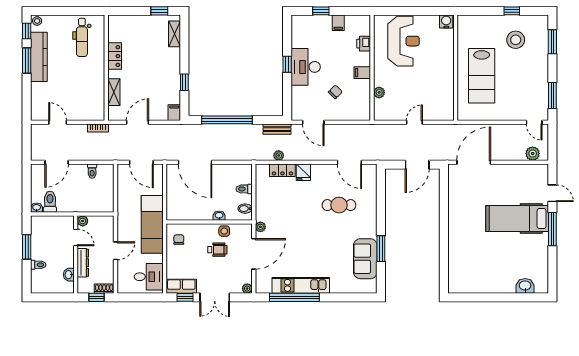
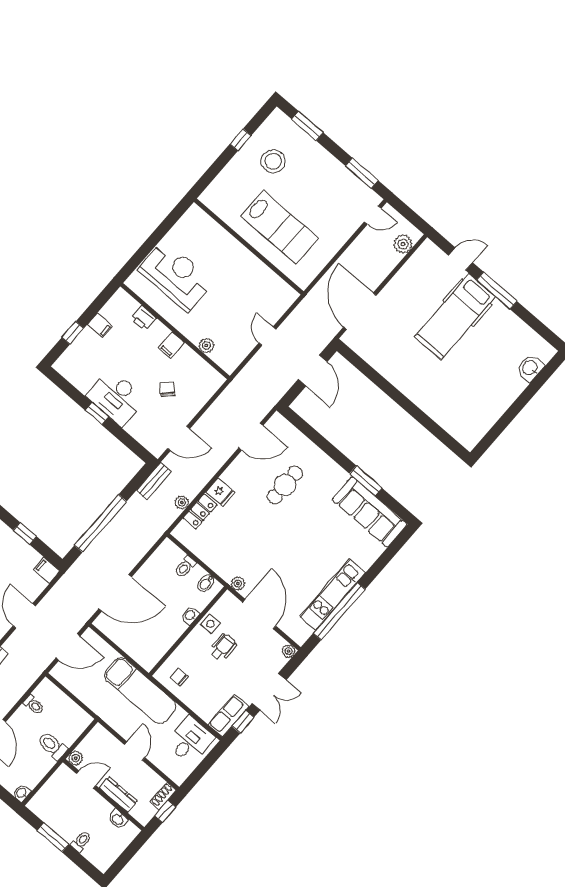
water cooler: (446, 22) -> (194, 215), removed
toilet: (50, 202) -> (52, 746), moved
sofa: (365, 259) -> (370, 512), width x1.36

